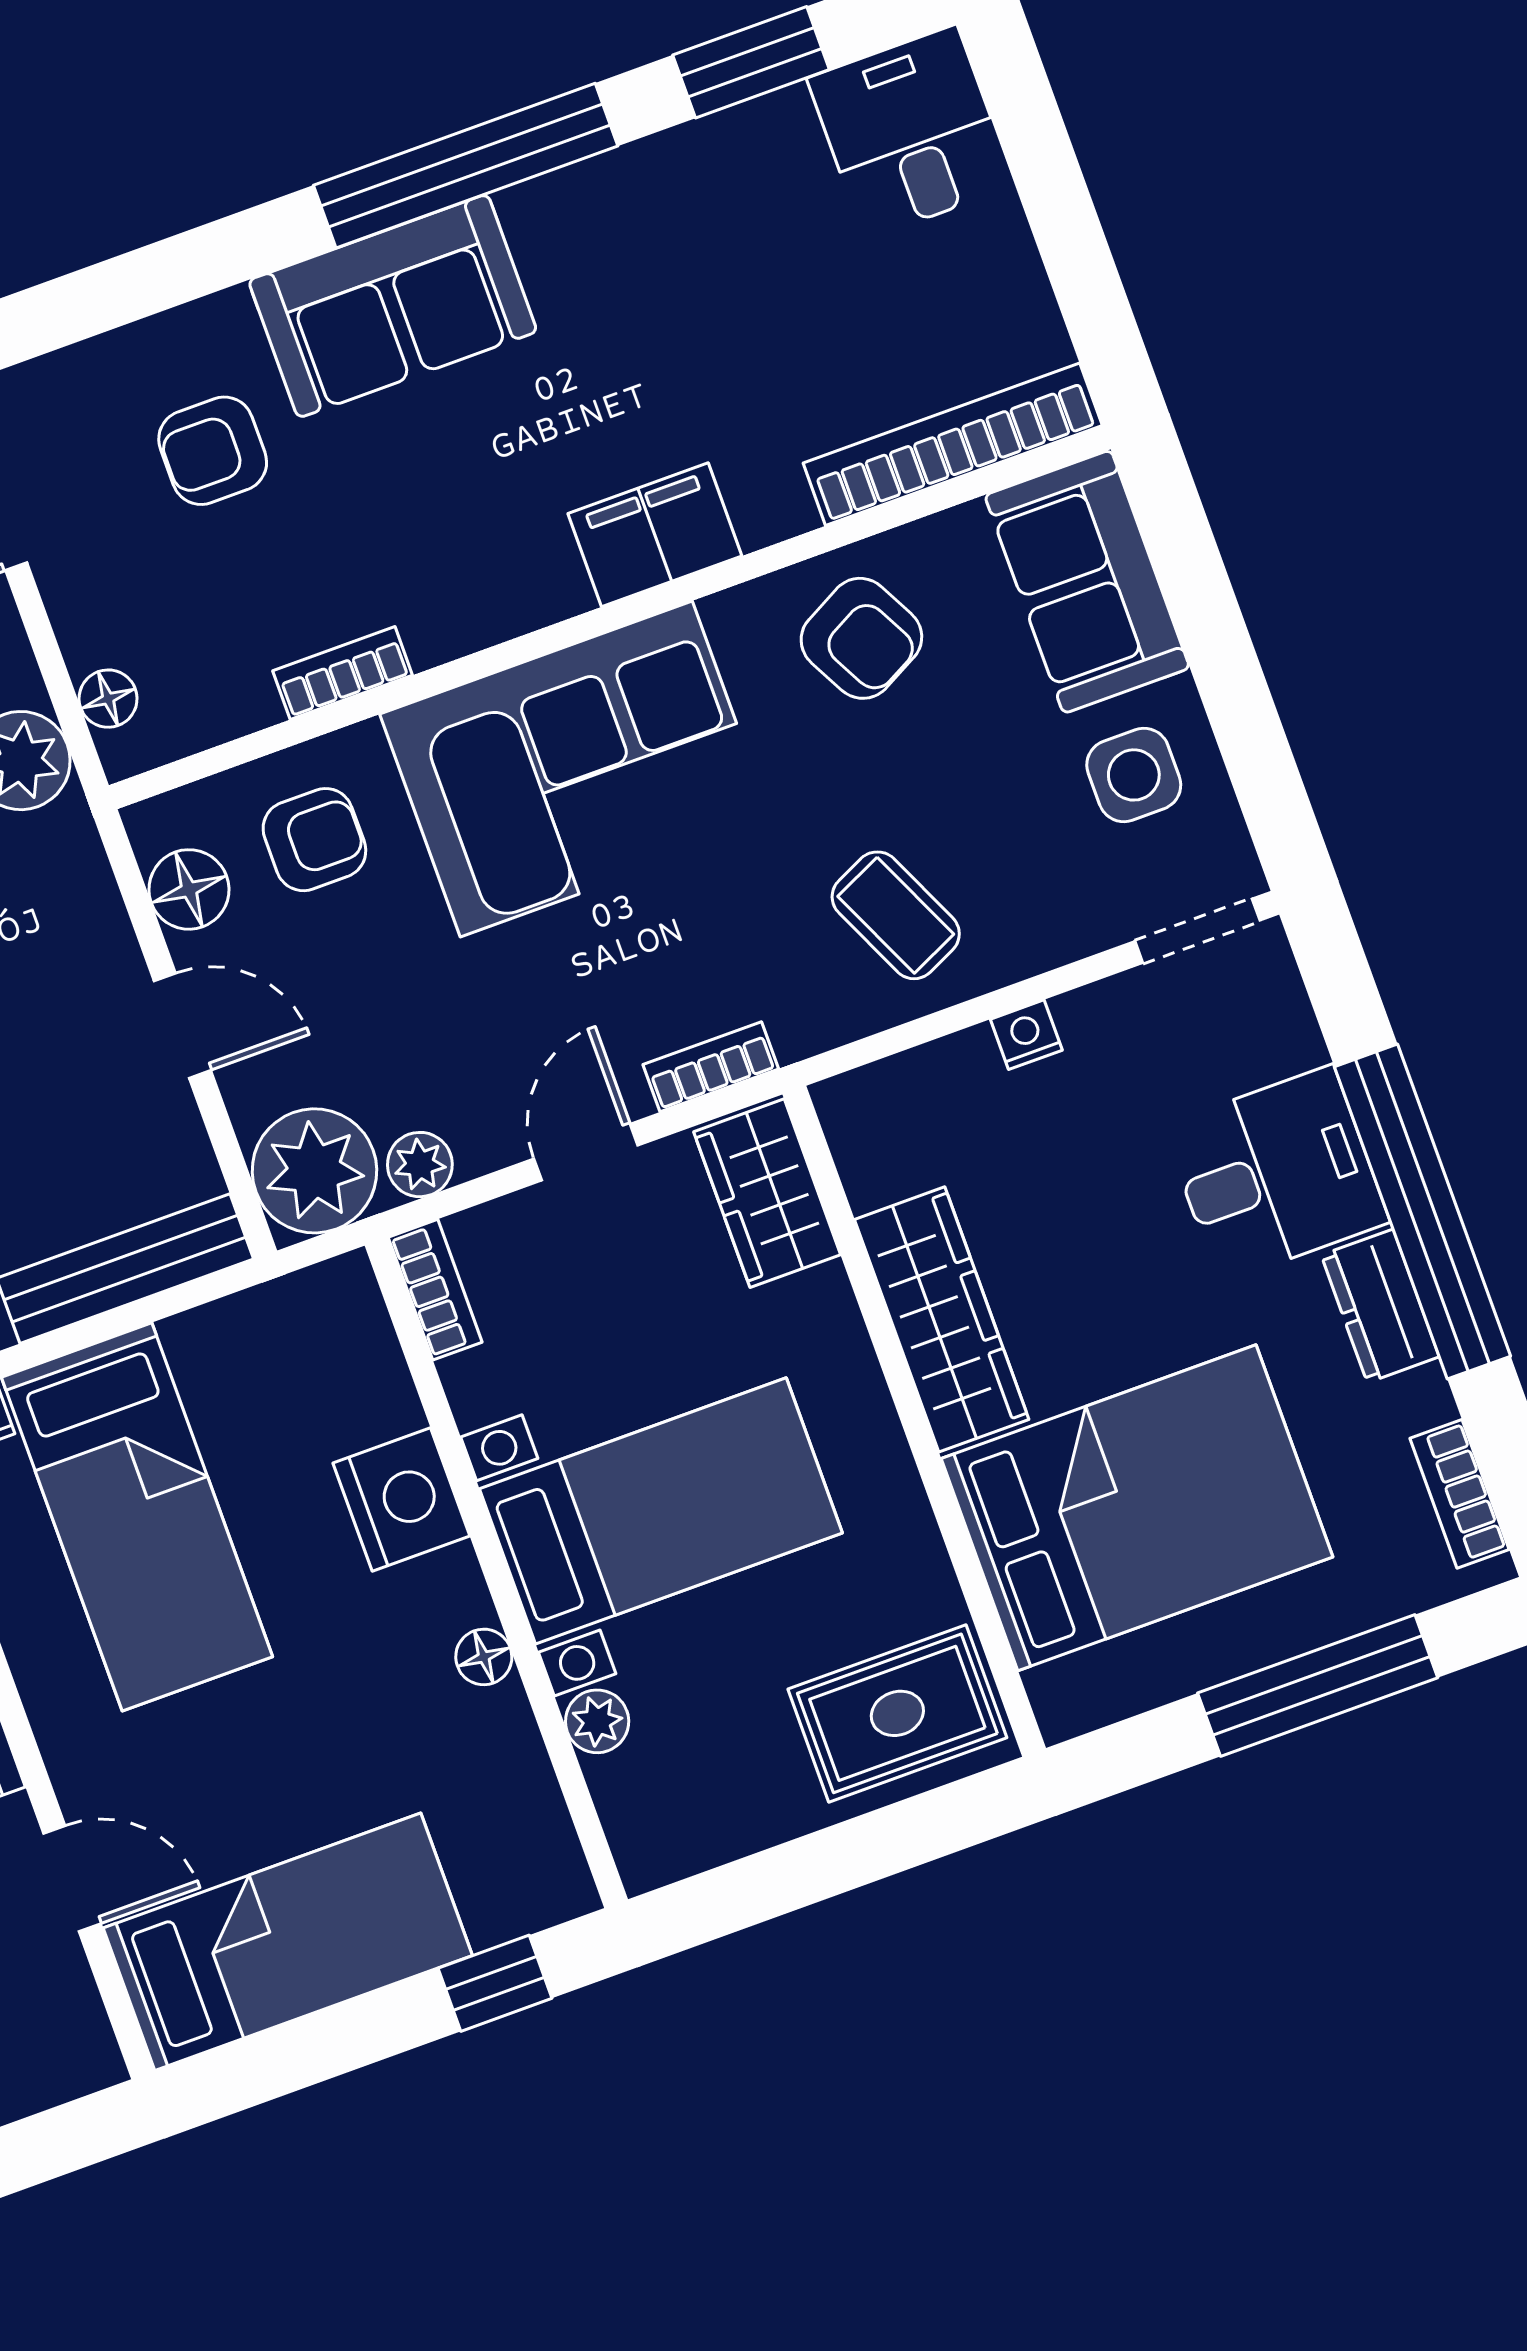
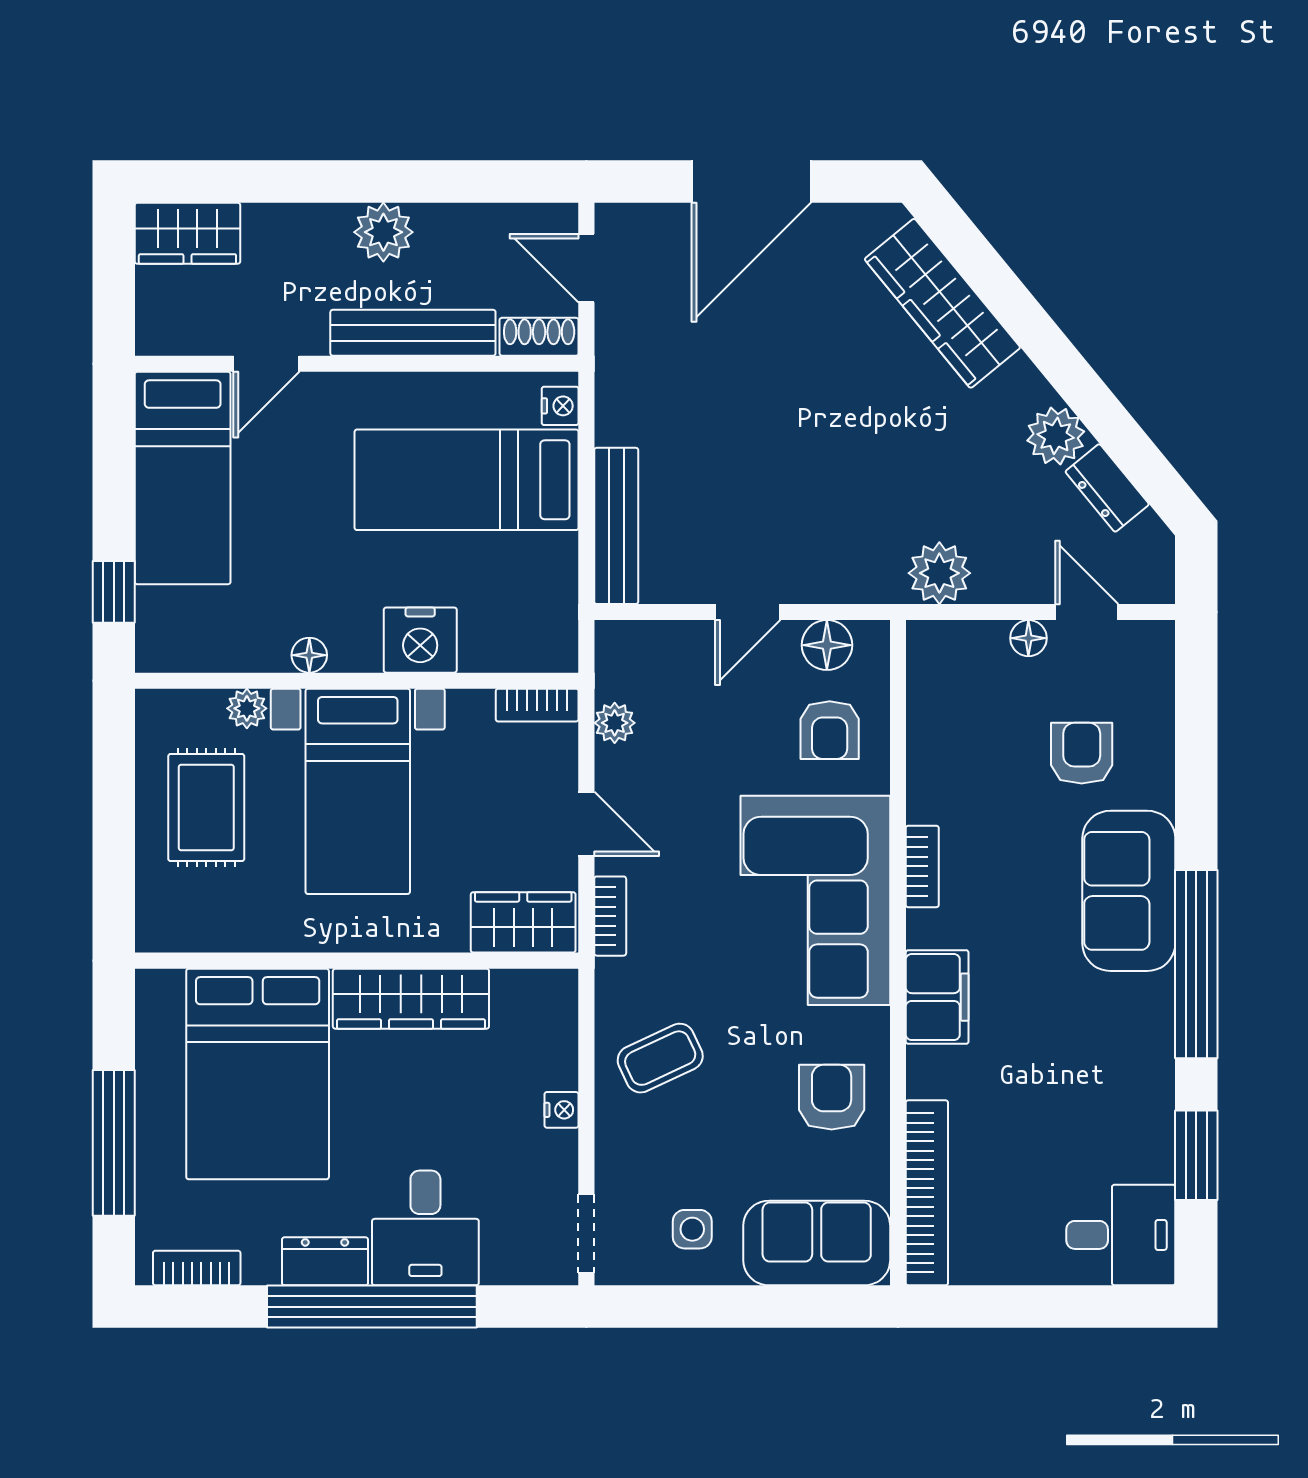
armchair: (861, 638) -> (832, 1097), turned 118
bookcase: (343, 673) -> (922, 866), moved
floor lamp: (108, 699) -> (1028, 638), moved
side table: (1134, 775) -> (692, 1229), width x0.73, depth x0.73
plant: (314, 1171) -> (633, 659), removed
rug: (897, 1713) -> (206, 808), moved

